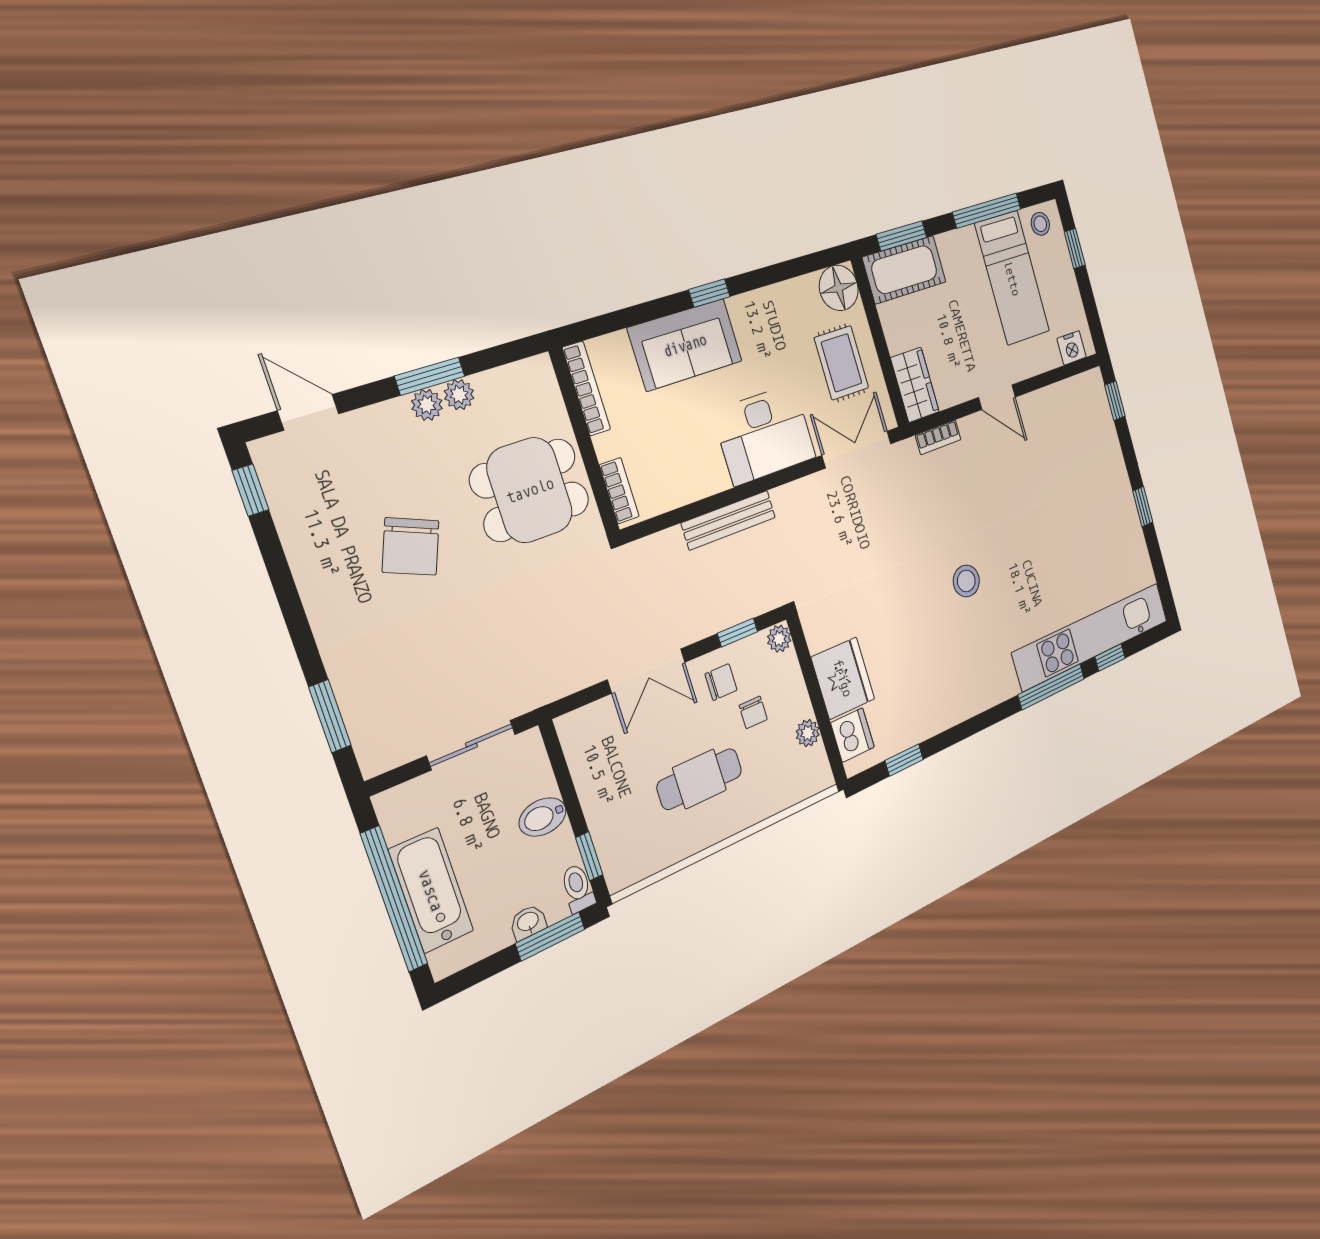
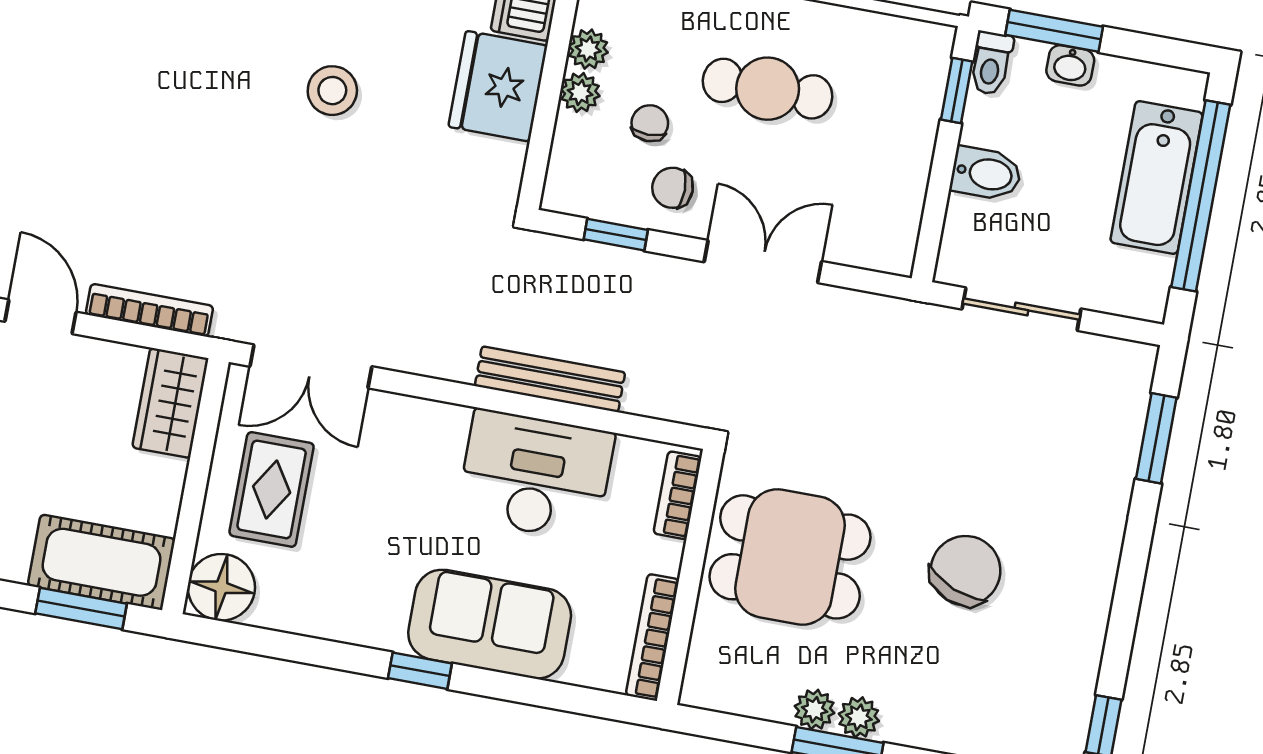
desk: (764, 434) -> (535, 475), moved
bookcase: (938, 437) -> (149, 310), width x1.56
stool: (966, 581) -> (332, 91), moved
plant: (779, 639) -> (580, 92), moved

